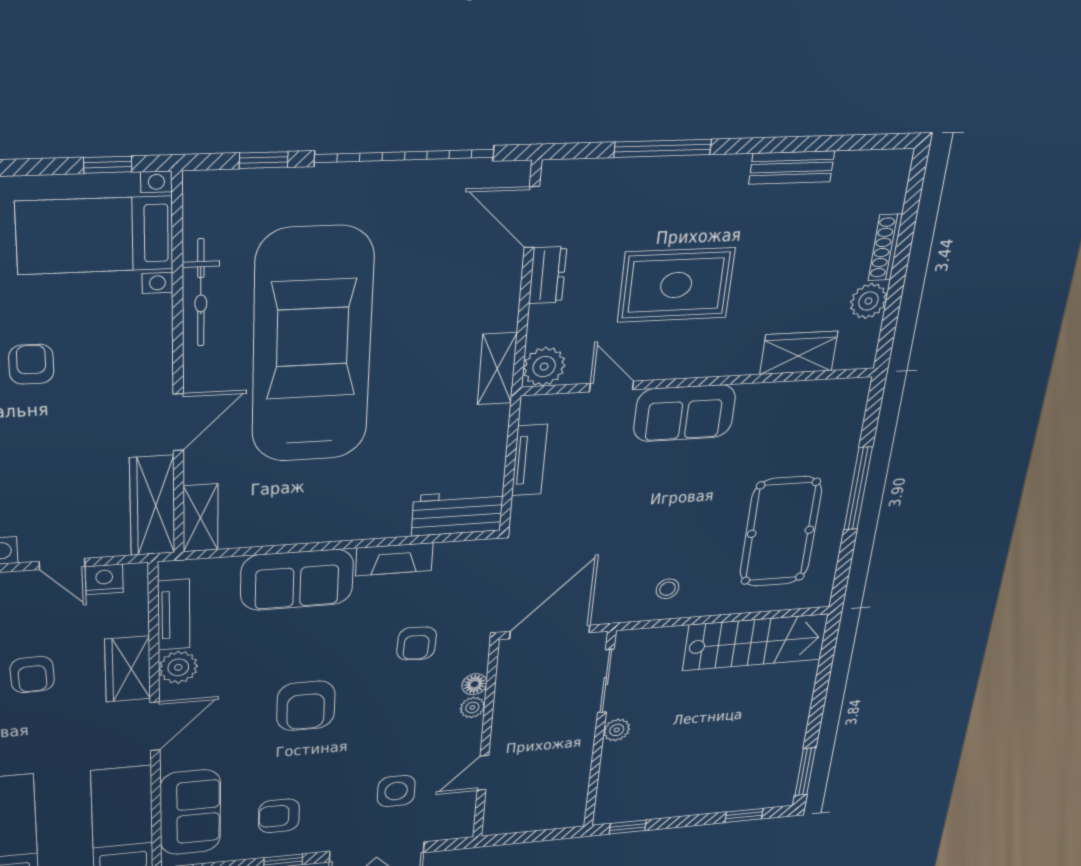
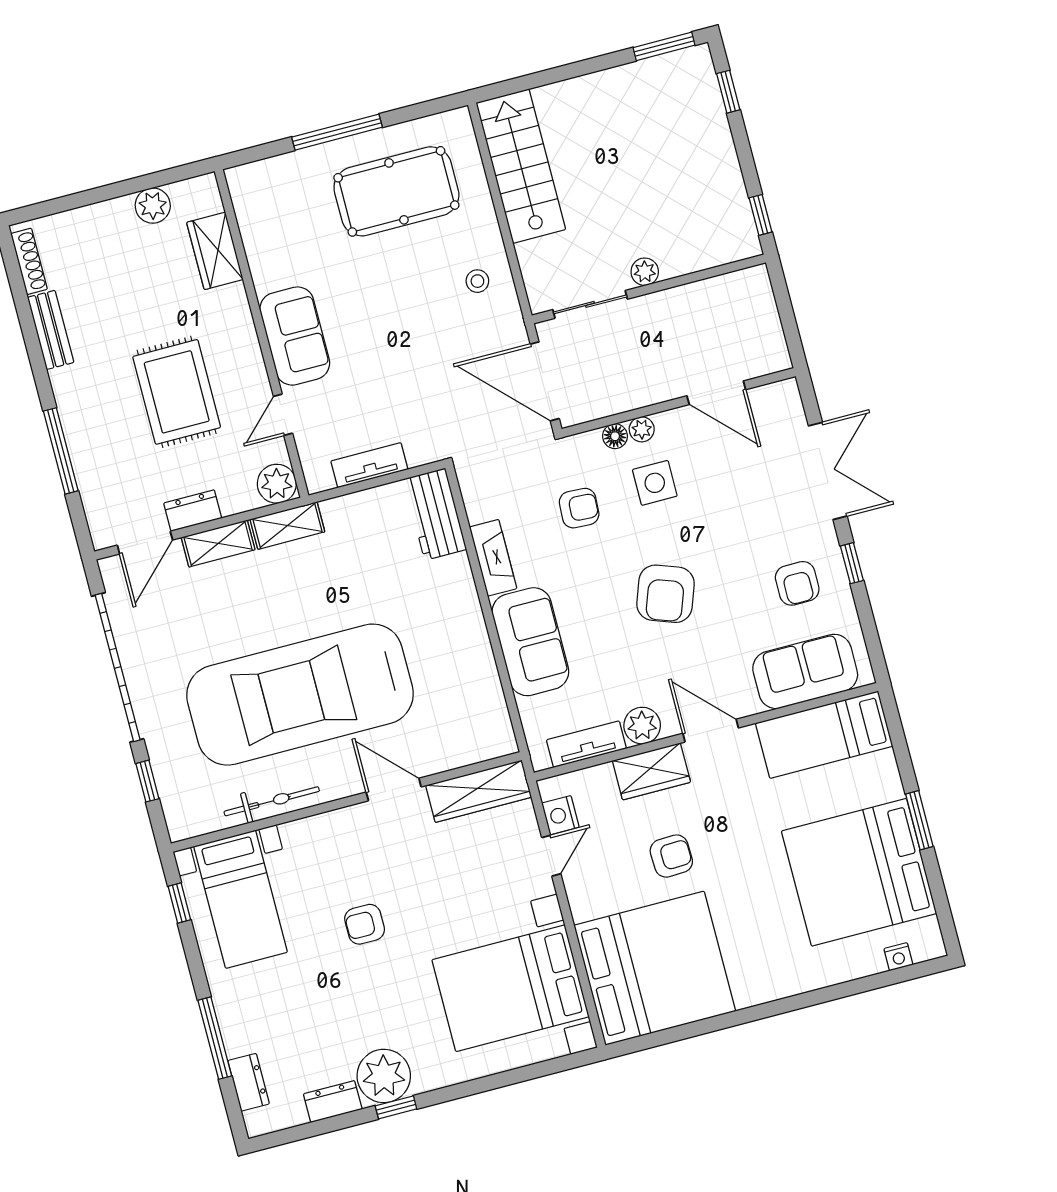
shoe rack: (885, 247) -> (29, 261), moved, turned -90
shelving: (201, 518) -> (218, 543), moved
armchair: (306, 706) -> (665, 594), turned 110
door: (483, 773) -> (716, 393), width x1.38
side table: (396, 791) -> (655, 483), moved

